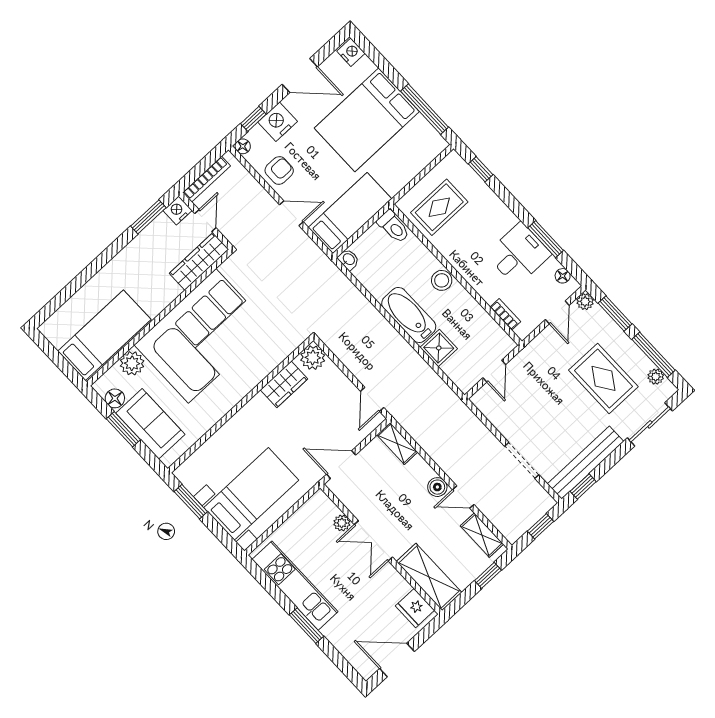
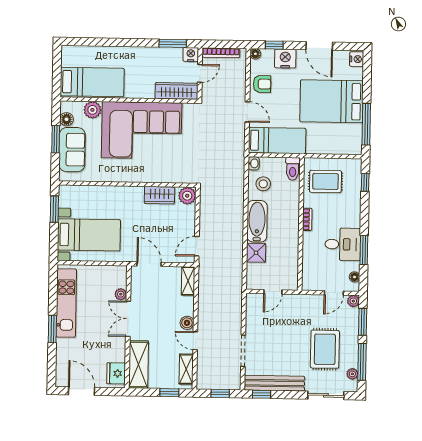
stool: (442, 280) -> (263, 184), moved
bookcase: (505, 314) -> (307, 219), moved

